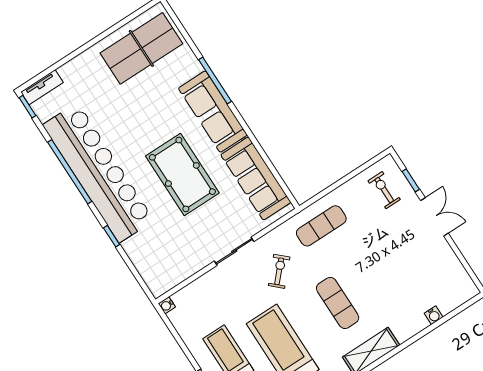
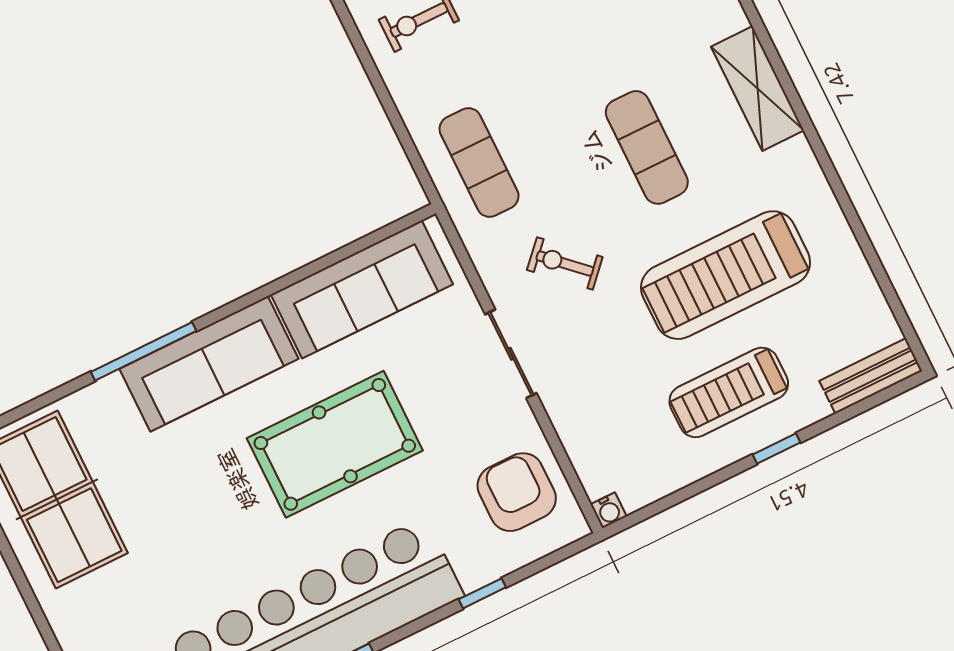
window: (112, 236) -> (482, 593), moved
armchair: (170, 262) -> (517, 492), added
exercise mat: (338, 303) -> (647, 147), turned 90

